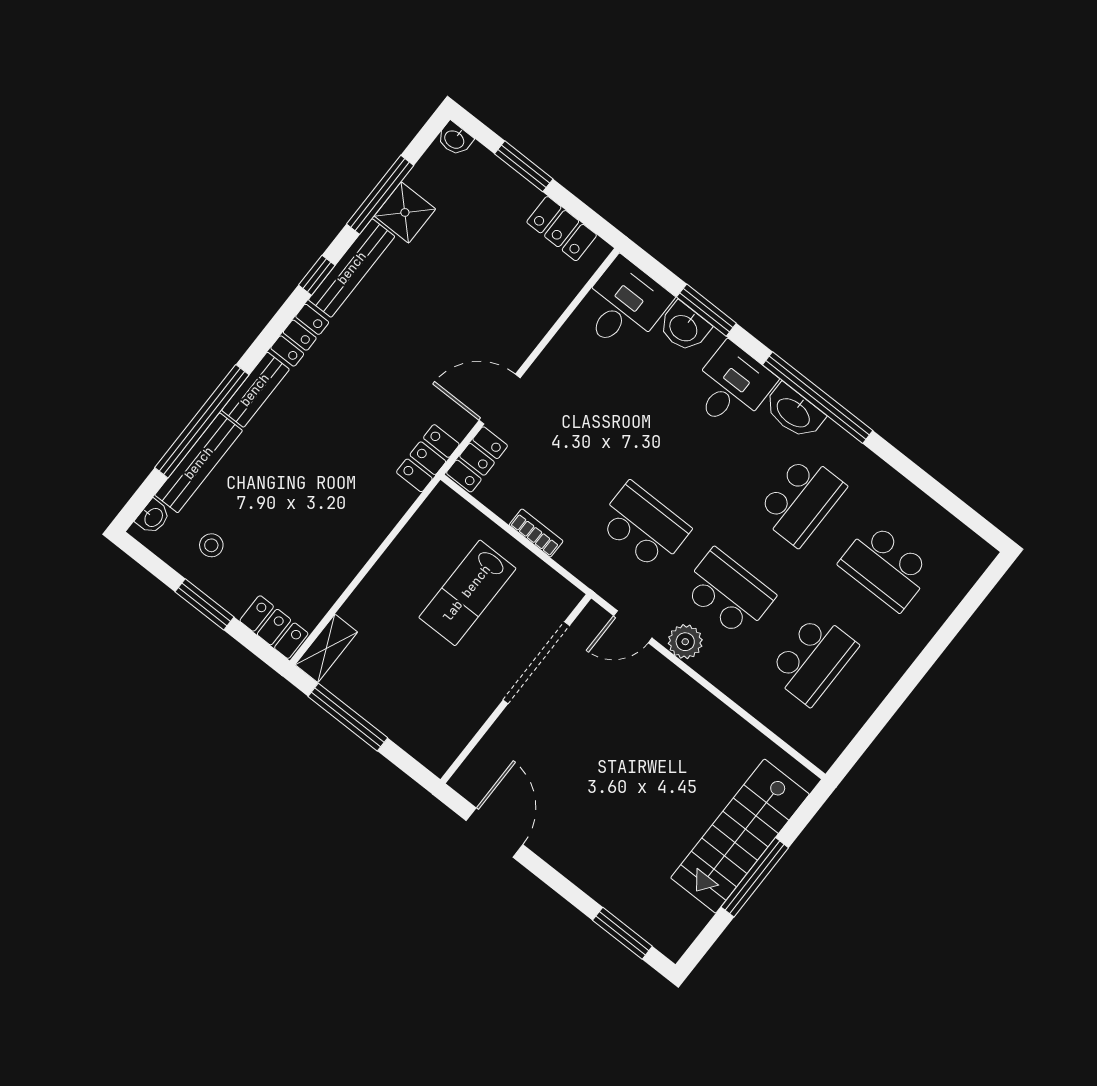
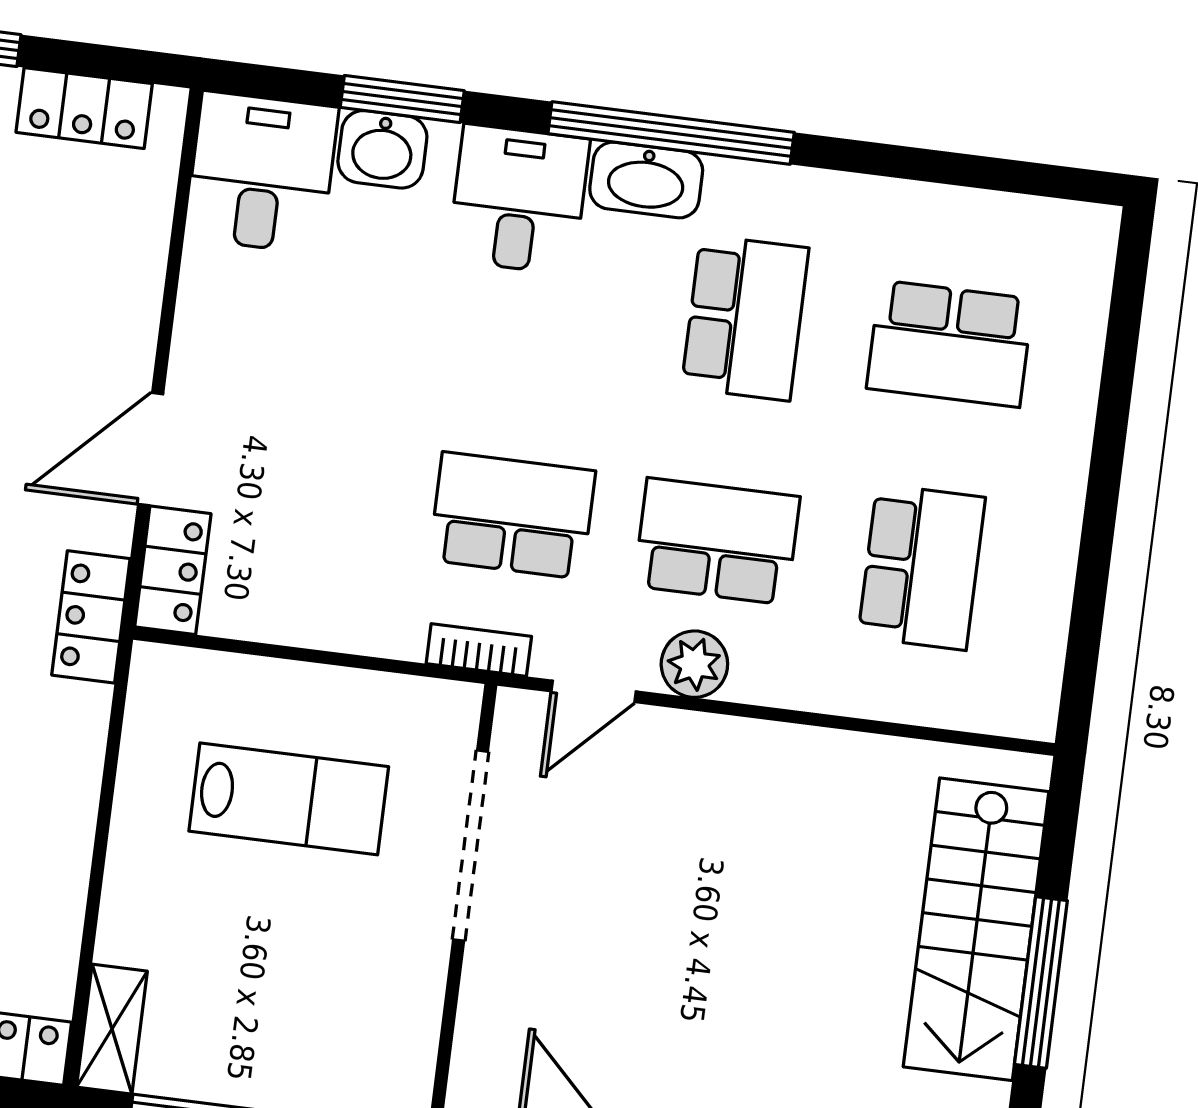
bookcase: (536, 533) -> (479, 650), moved
lab bench: (467, 593) -> (289, 799), turned -90

